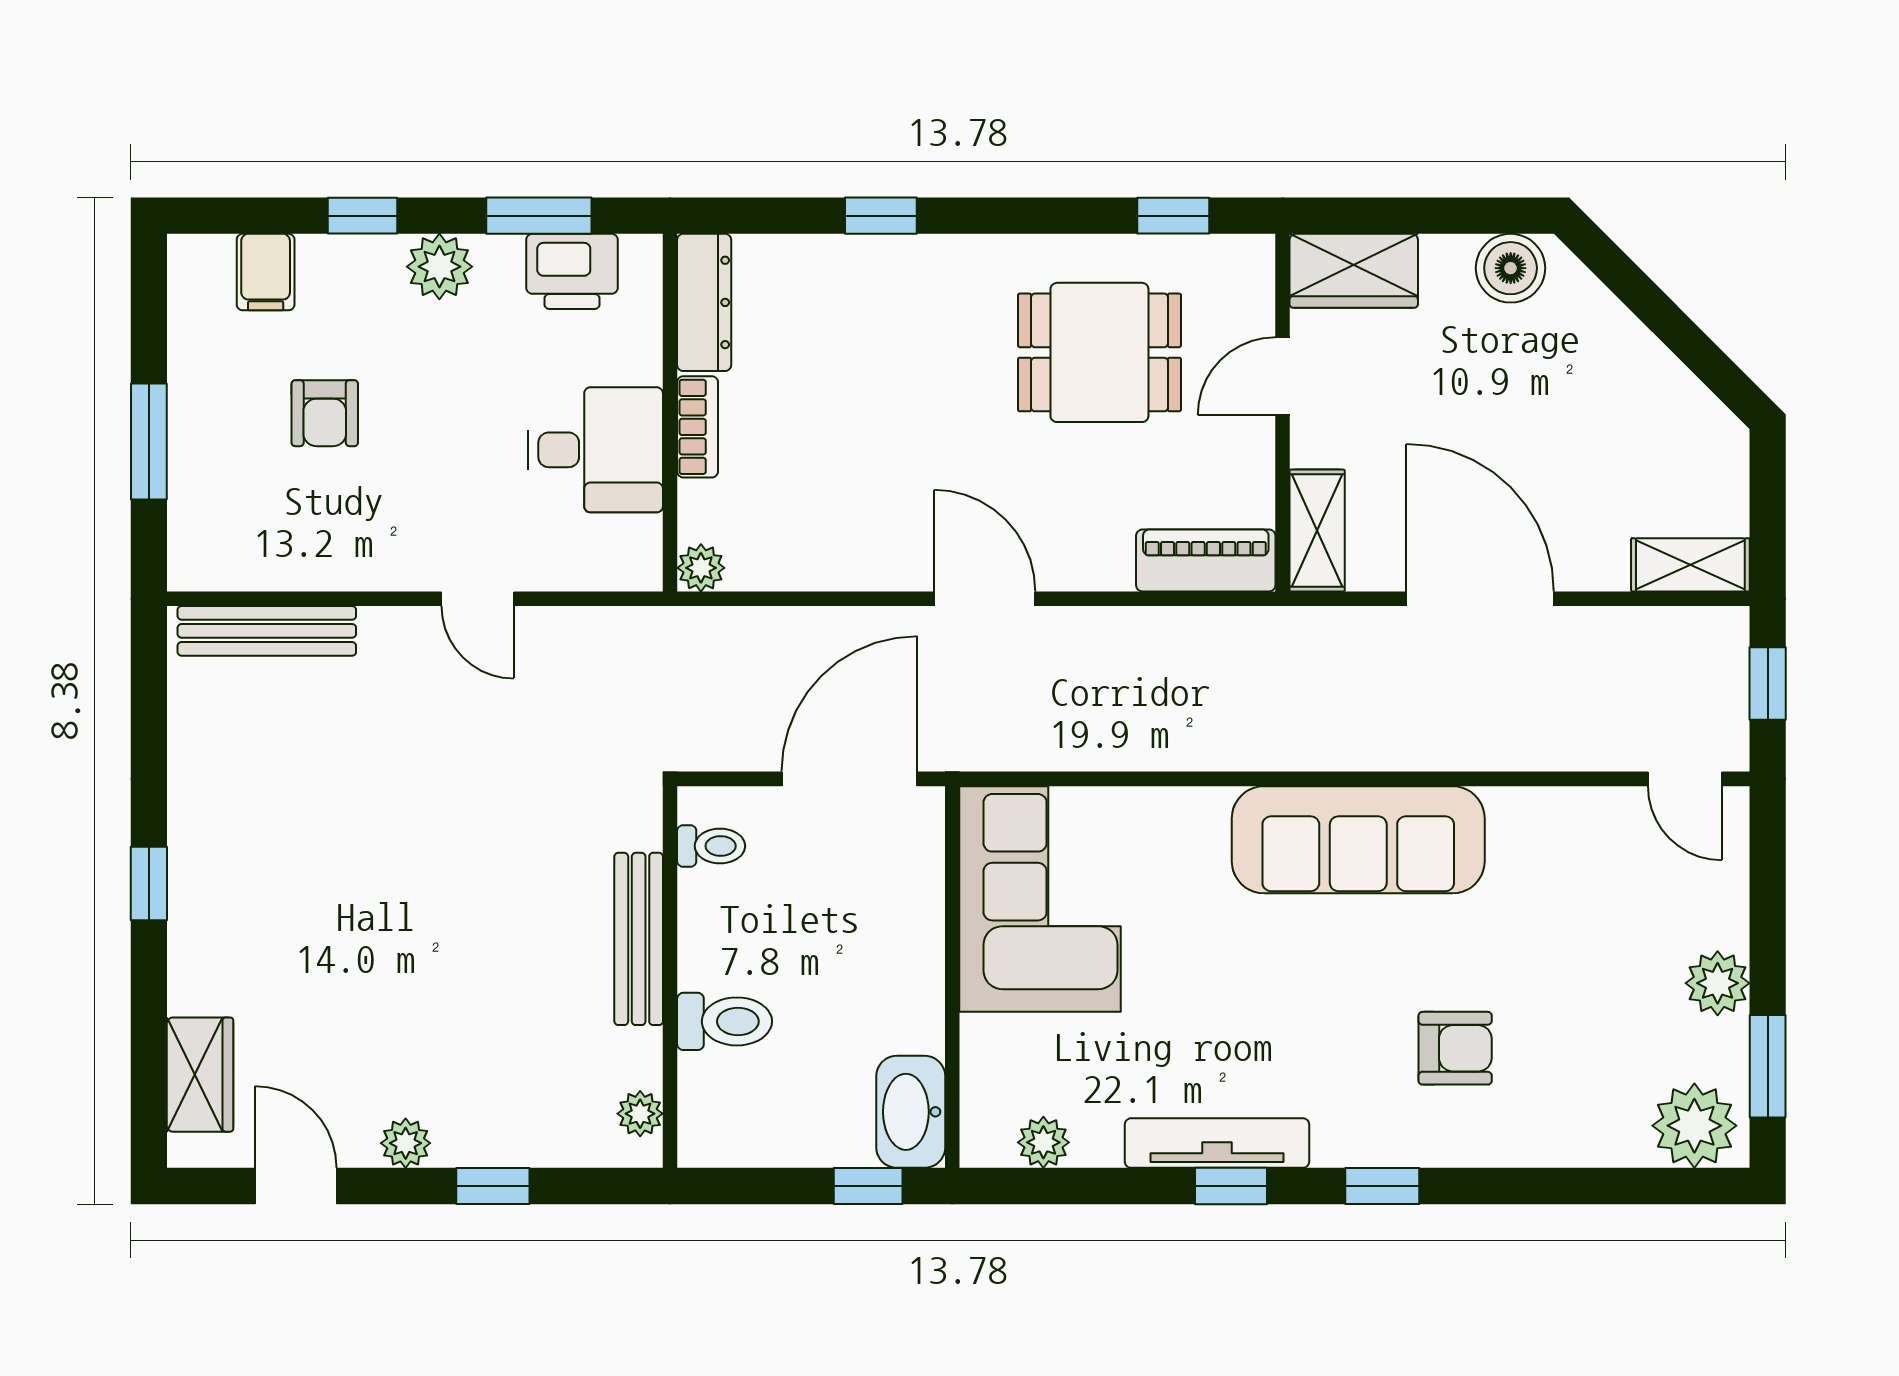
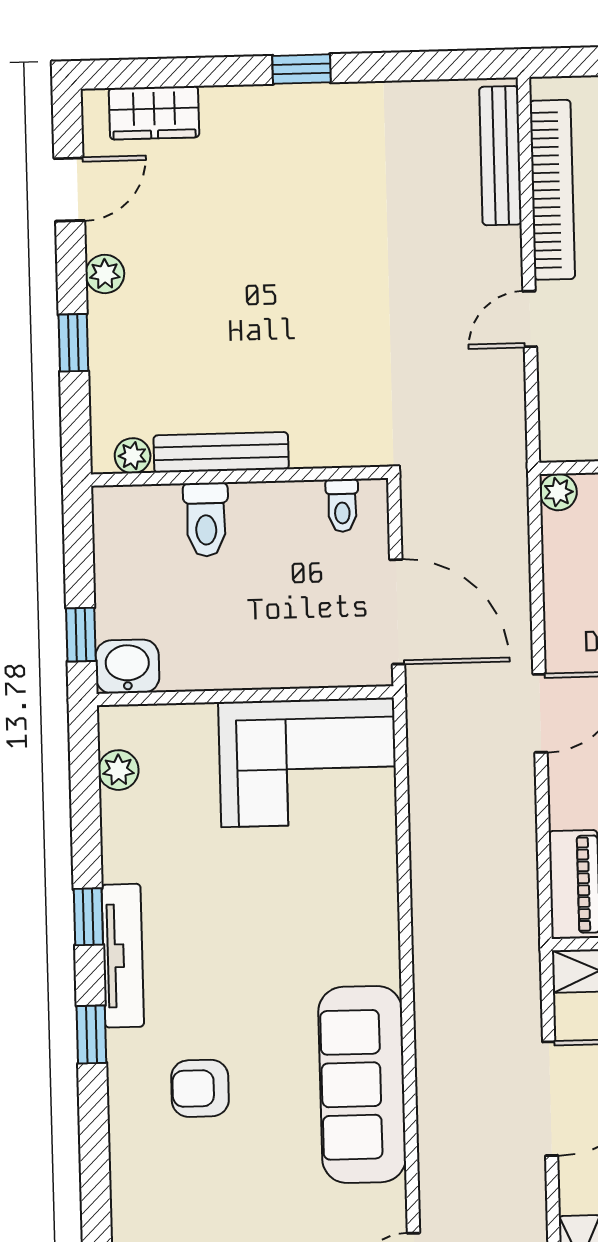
bookcase: (312, 565) -> (552, 190), added
sofa: (1358, 840) -> (362, 1084), moved
bench: (639, 939) -> (221, 452), moved
armchair: (1455, 1048) -> (200, 1088), turned 90
washbasin: (911, 1112) -> (127, 667), width x0.72
tv unit: (1217, 1143) -> (123, 956), moved

